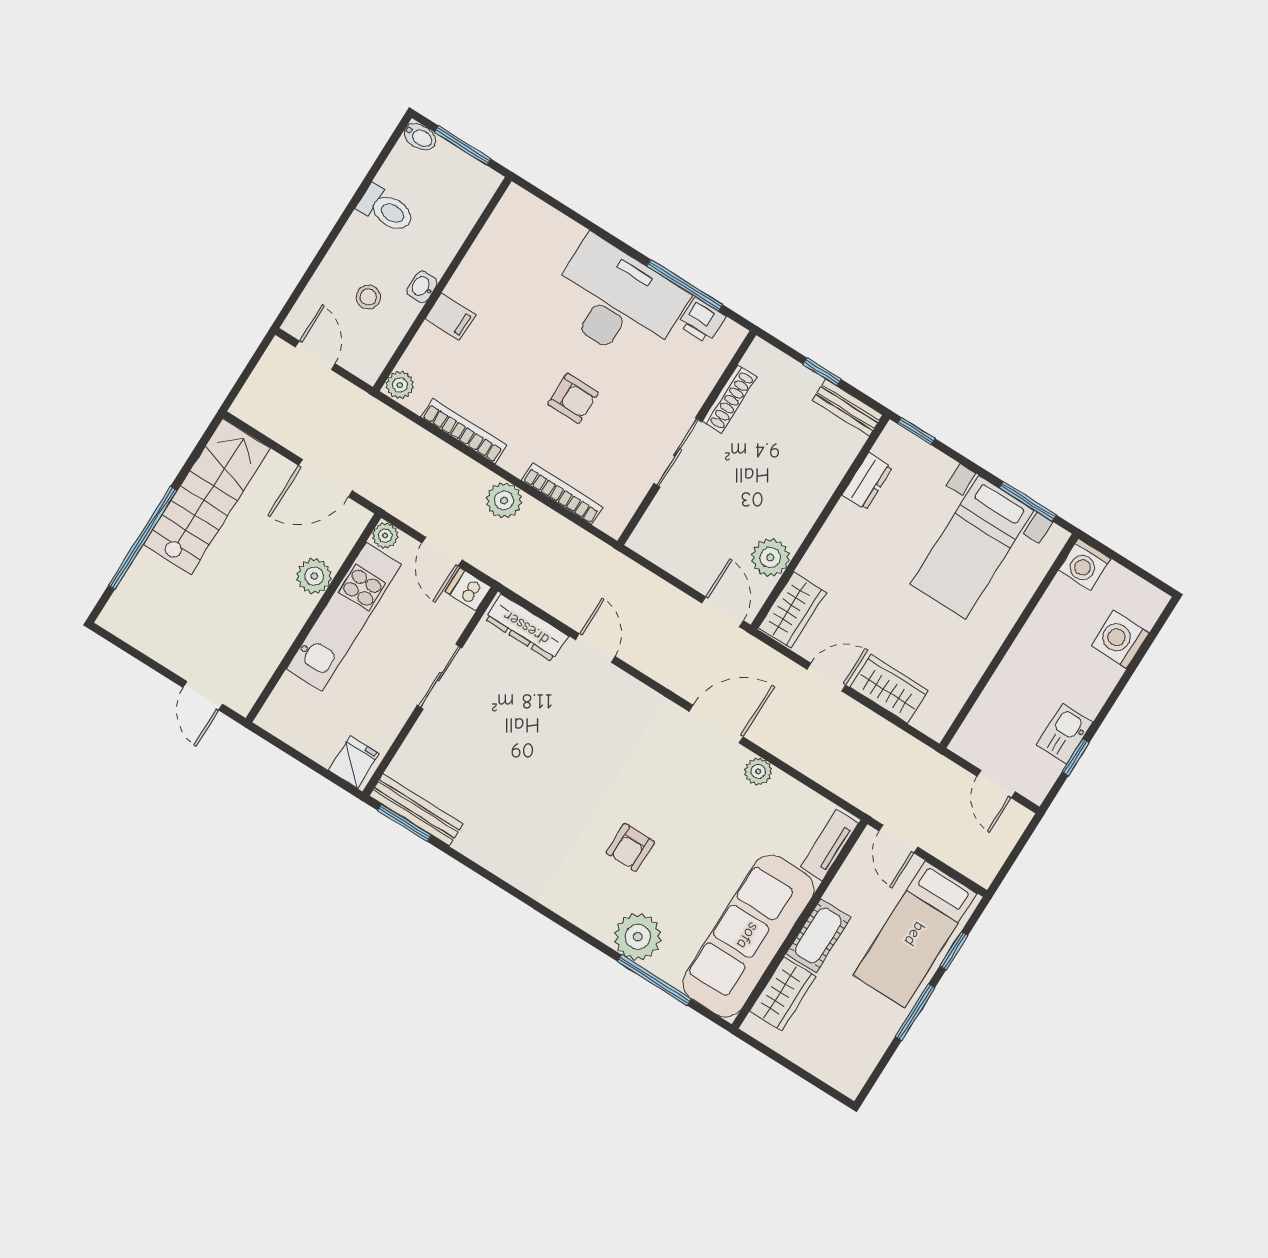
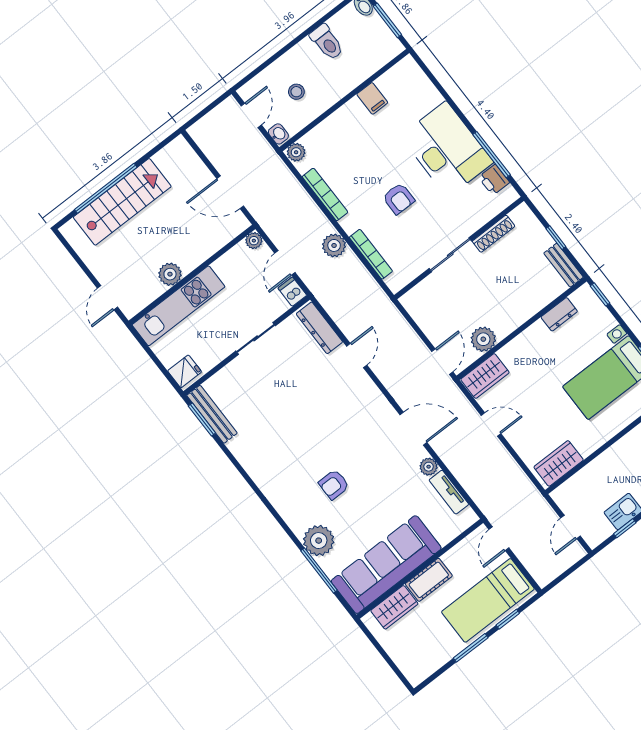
washbasin: (422, 287) -> (278, 134), moved, turned 90
filing cabinet: (450, 317) -> (372, 98), moved
stairs: (207, 496) -> (122, 202), moved
plant: (314, 576) -> (170, 274), moved
kitchen unit: (344, 617) -> (178, 306), moved
wardrobe: (889, 689) -> (559, 463), moved, turned -90
tv unit: (830, 845) -> (449, 492), moved, turned -90

